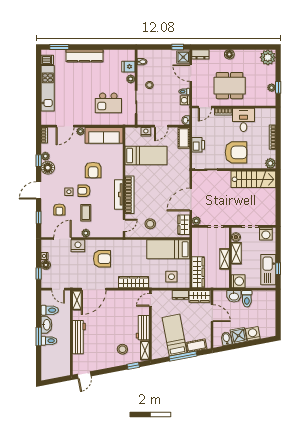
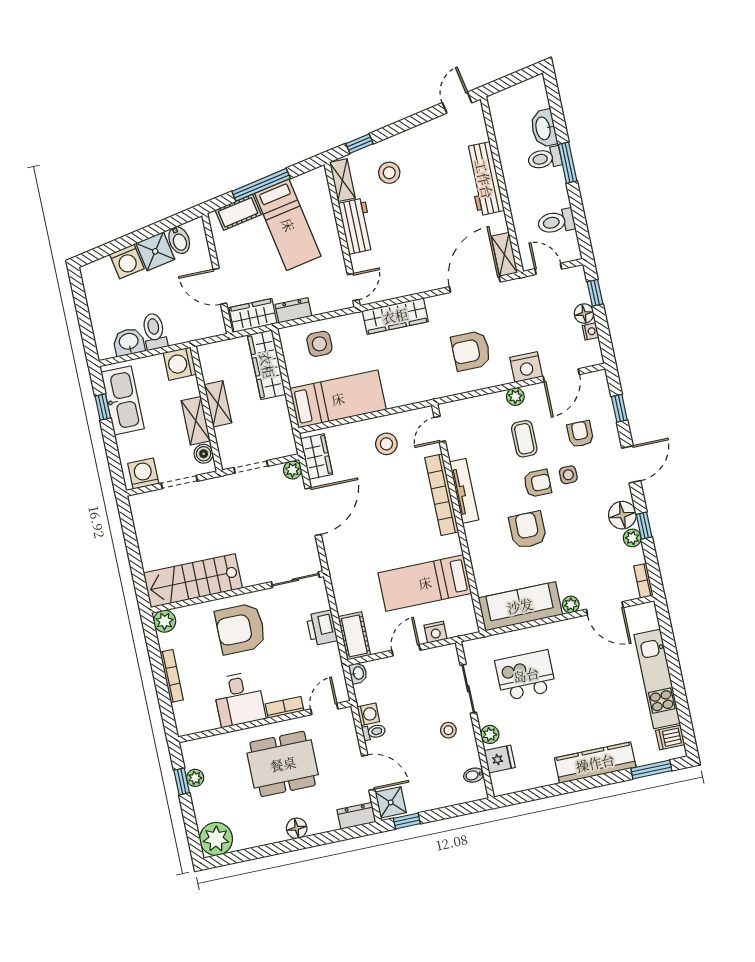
door: (65, 126) -> (605, 608), swing flipped
washbasin: (234, 296) -> (129, 342), moved
washbasin: (46, 325) -> (544, 128), moved

